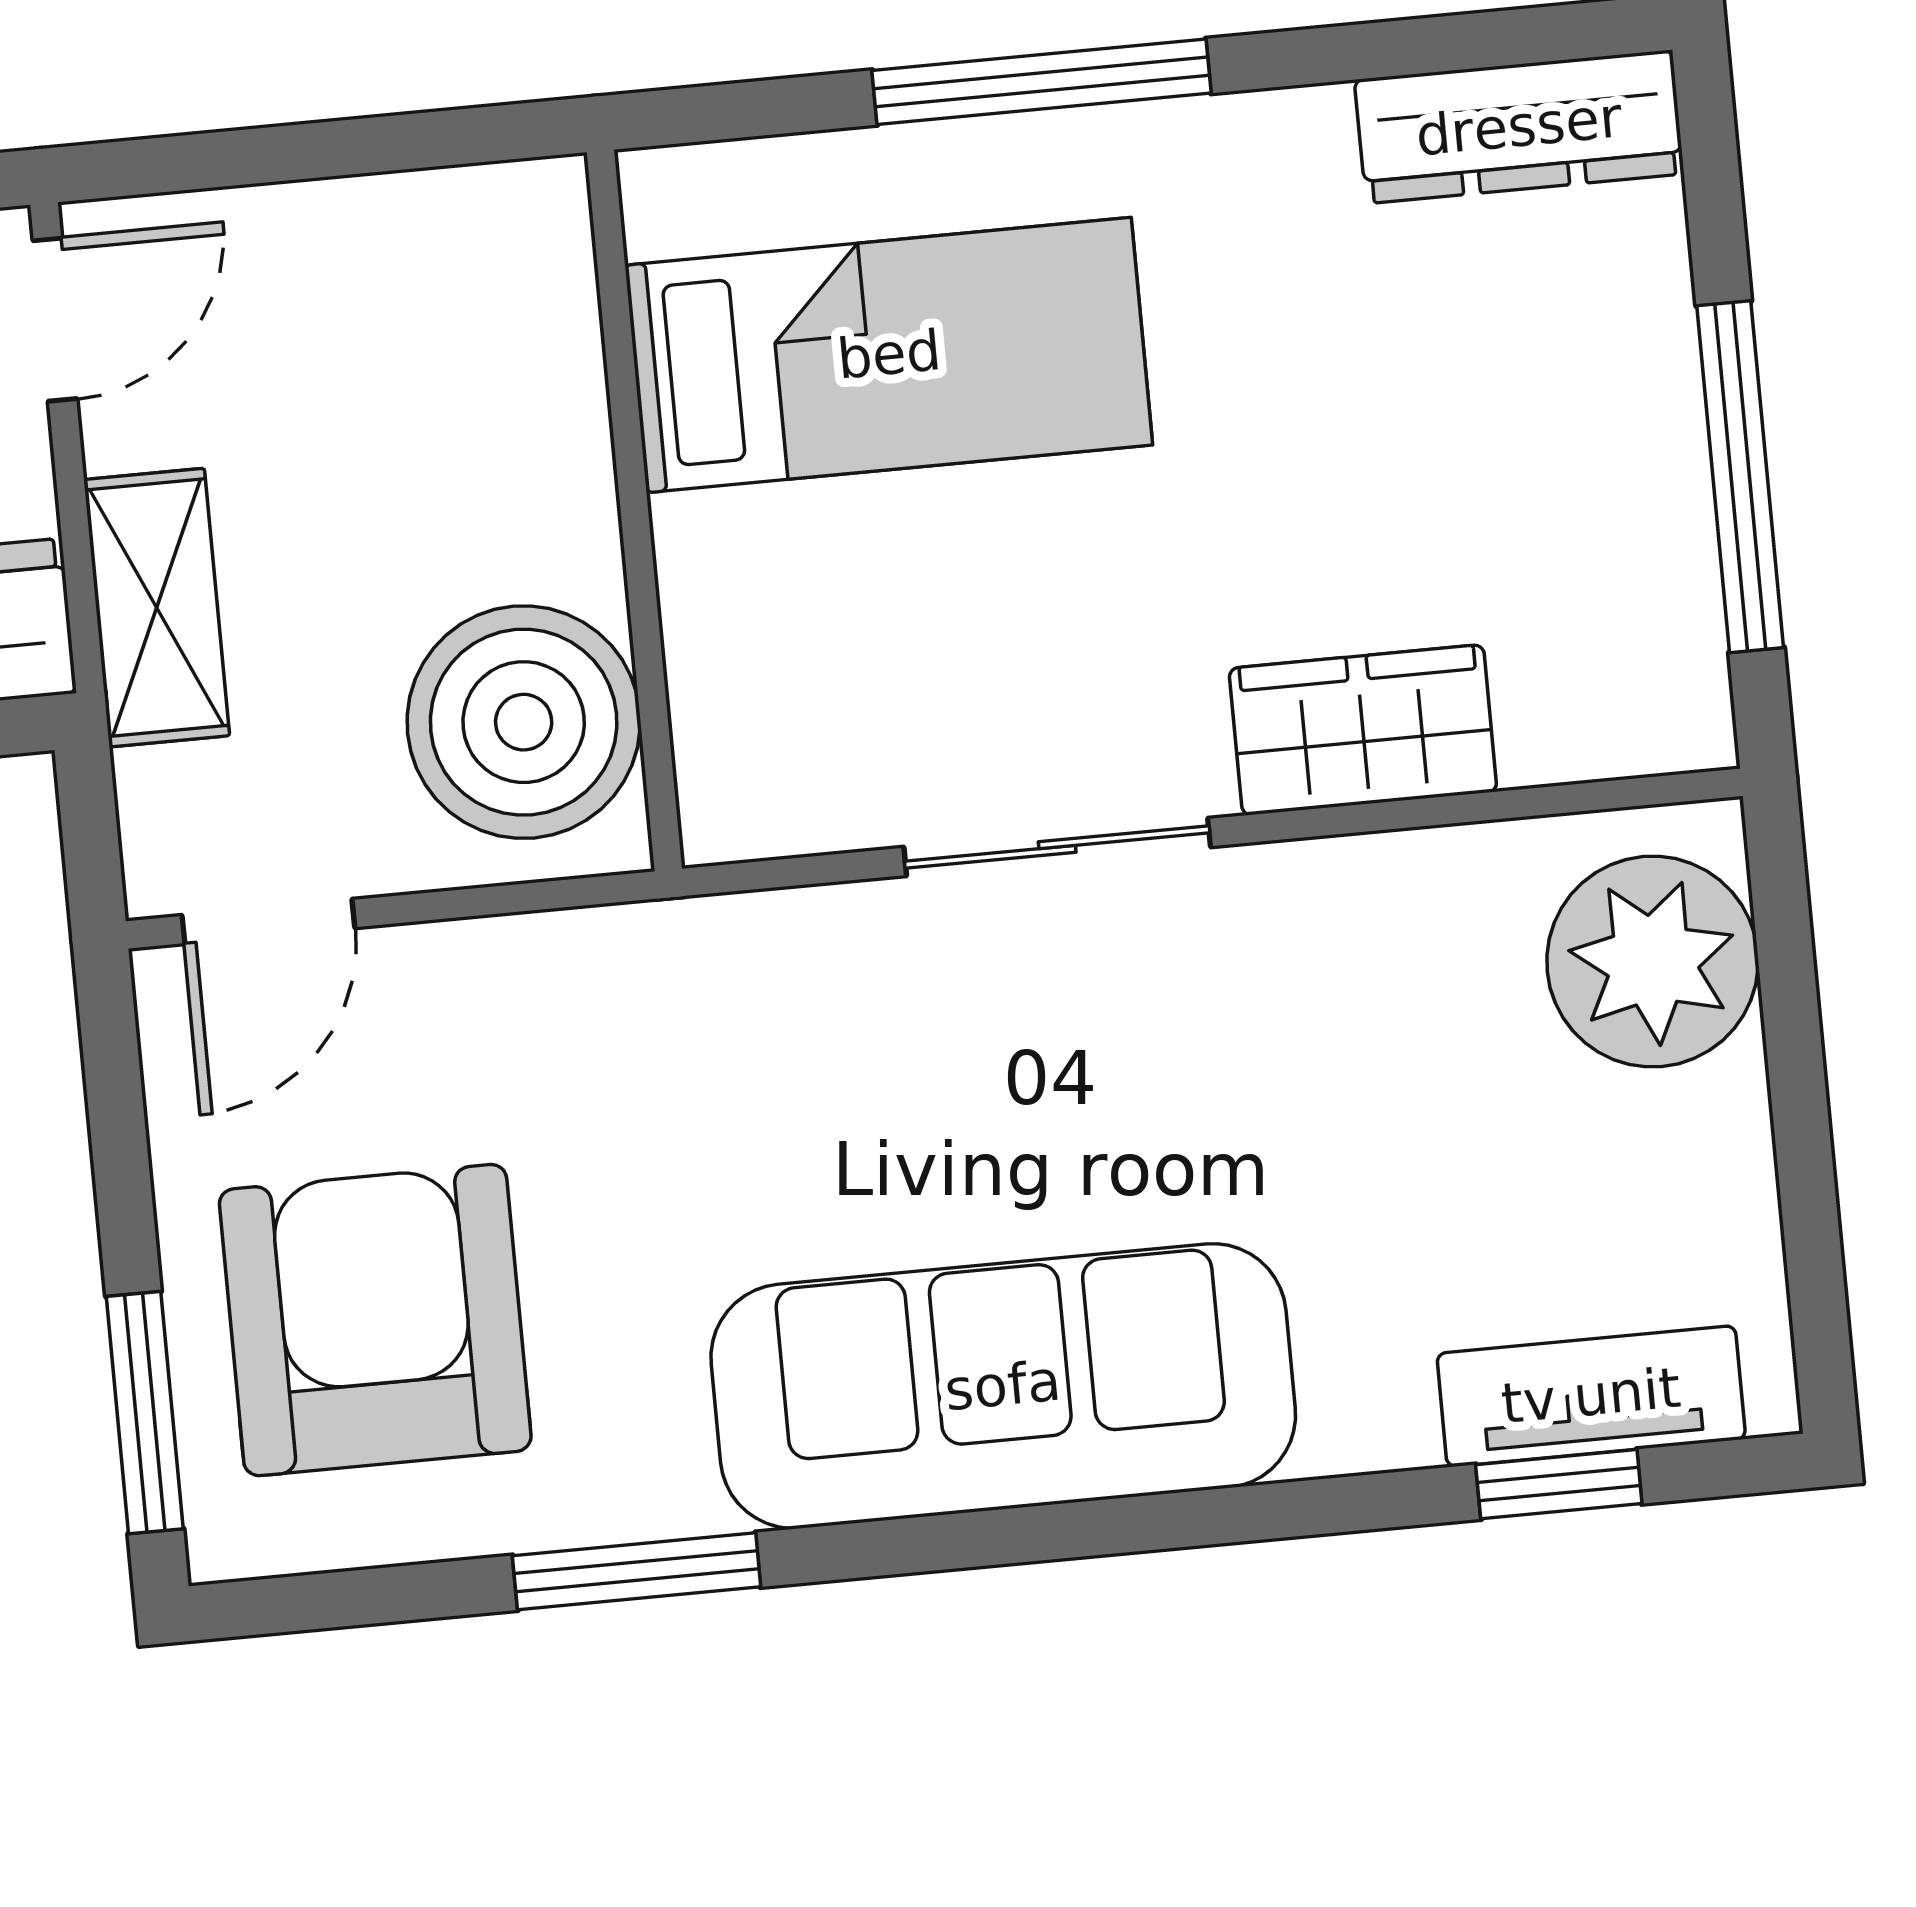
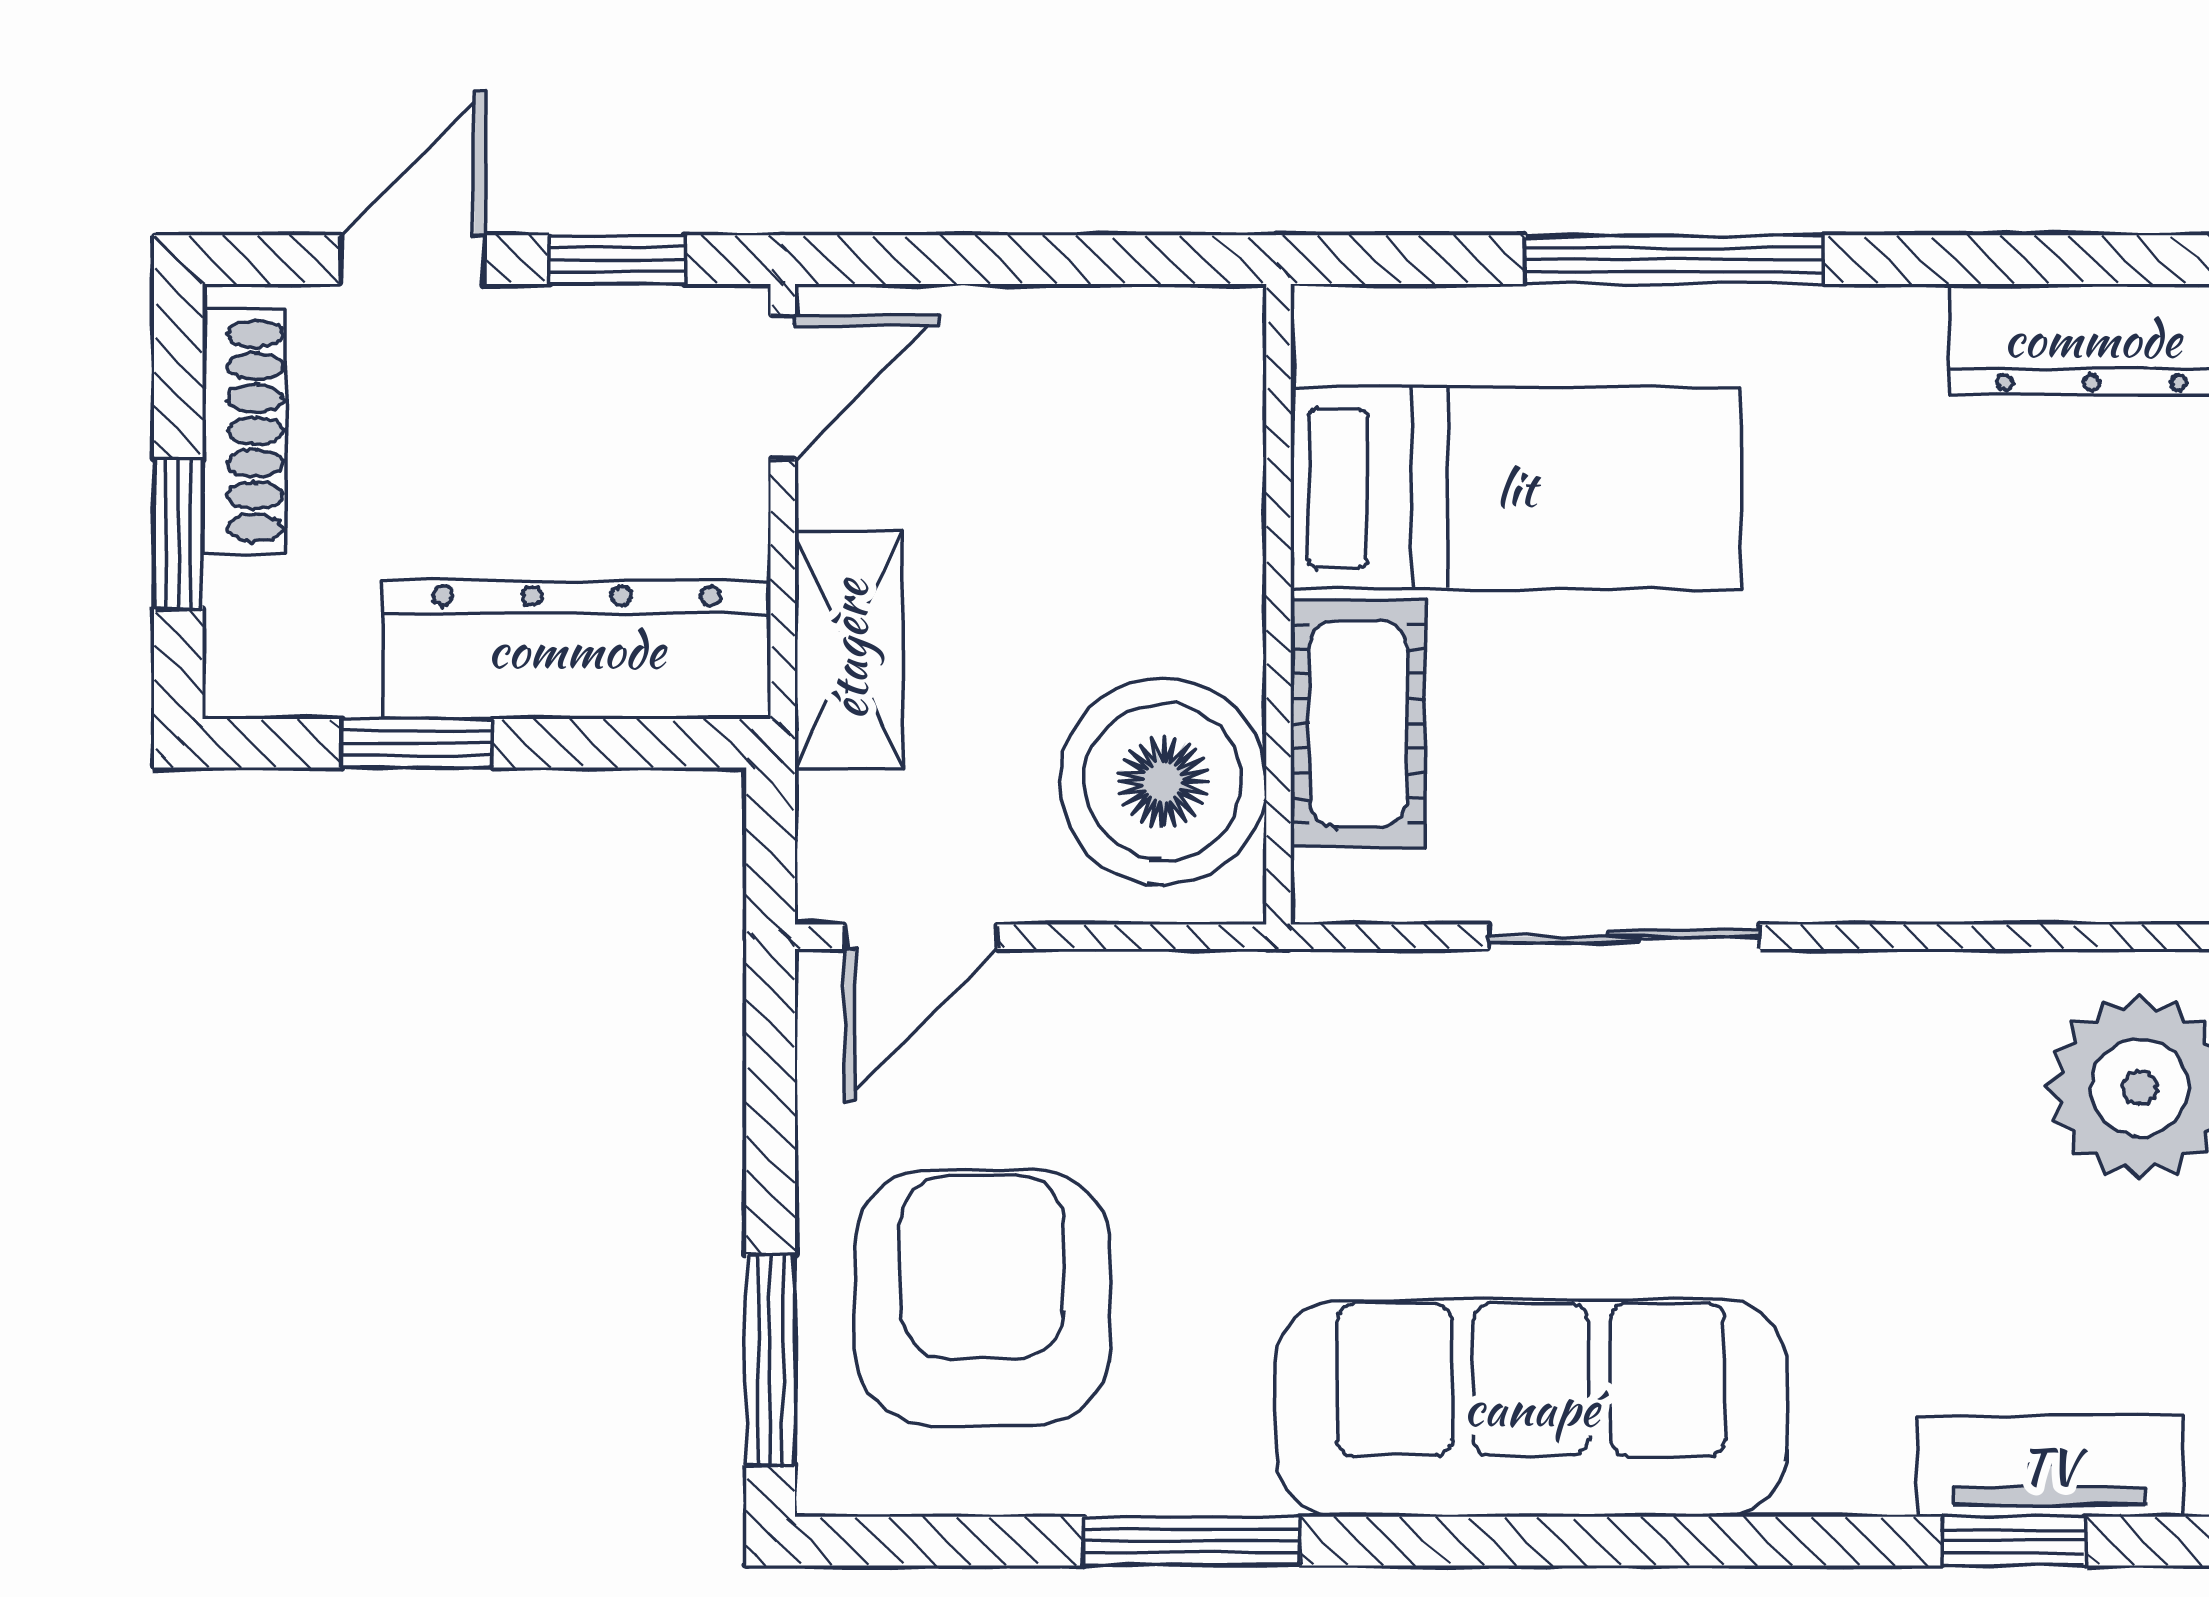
cot: (736, 636) -> (1358, 723), added
wardrobe: (1363, 730) -> (1903, 859), removed

